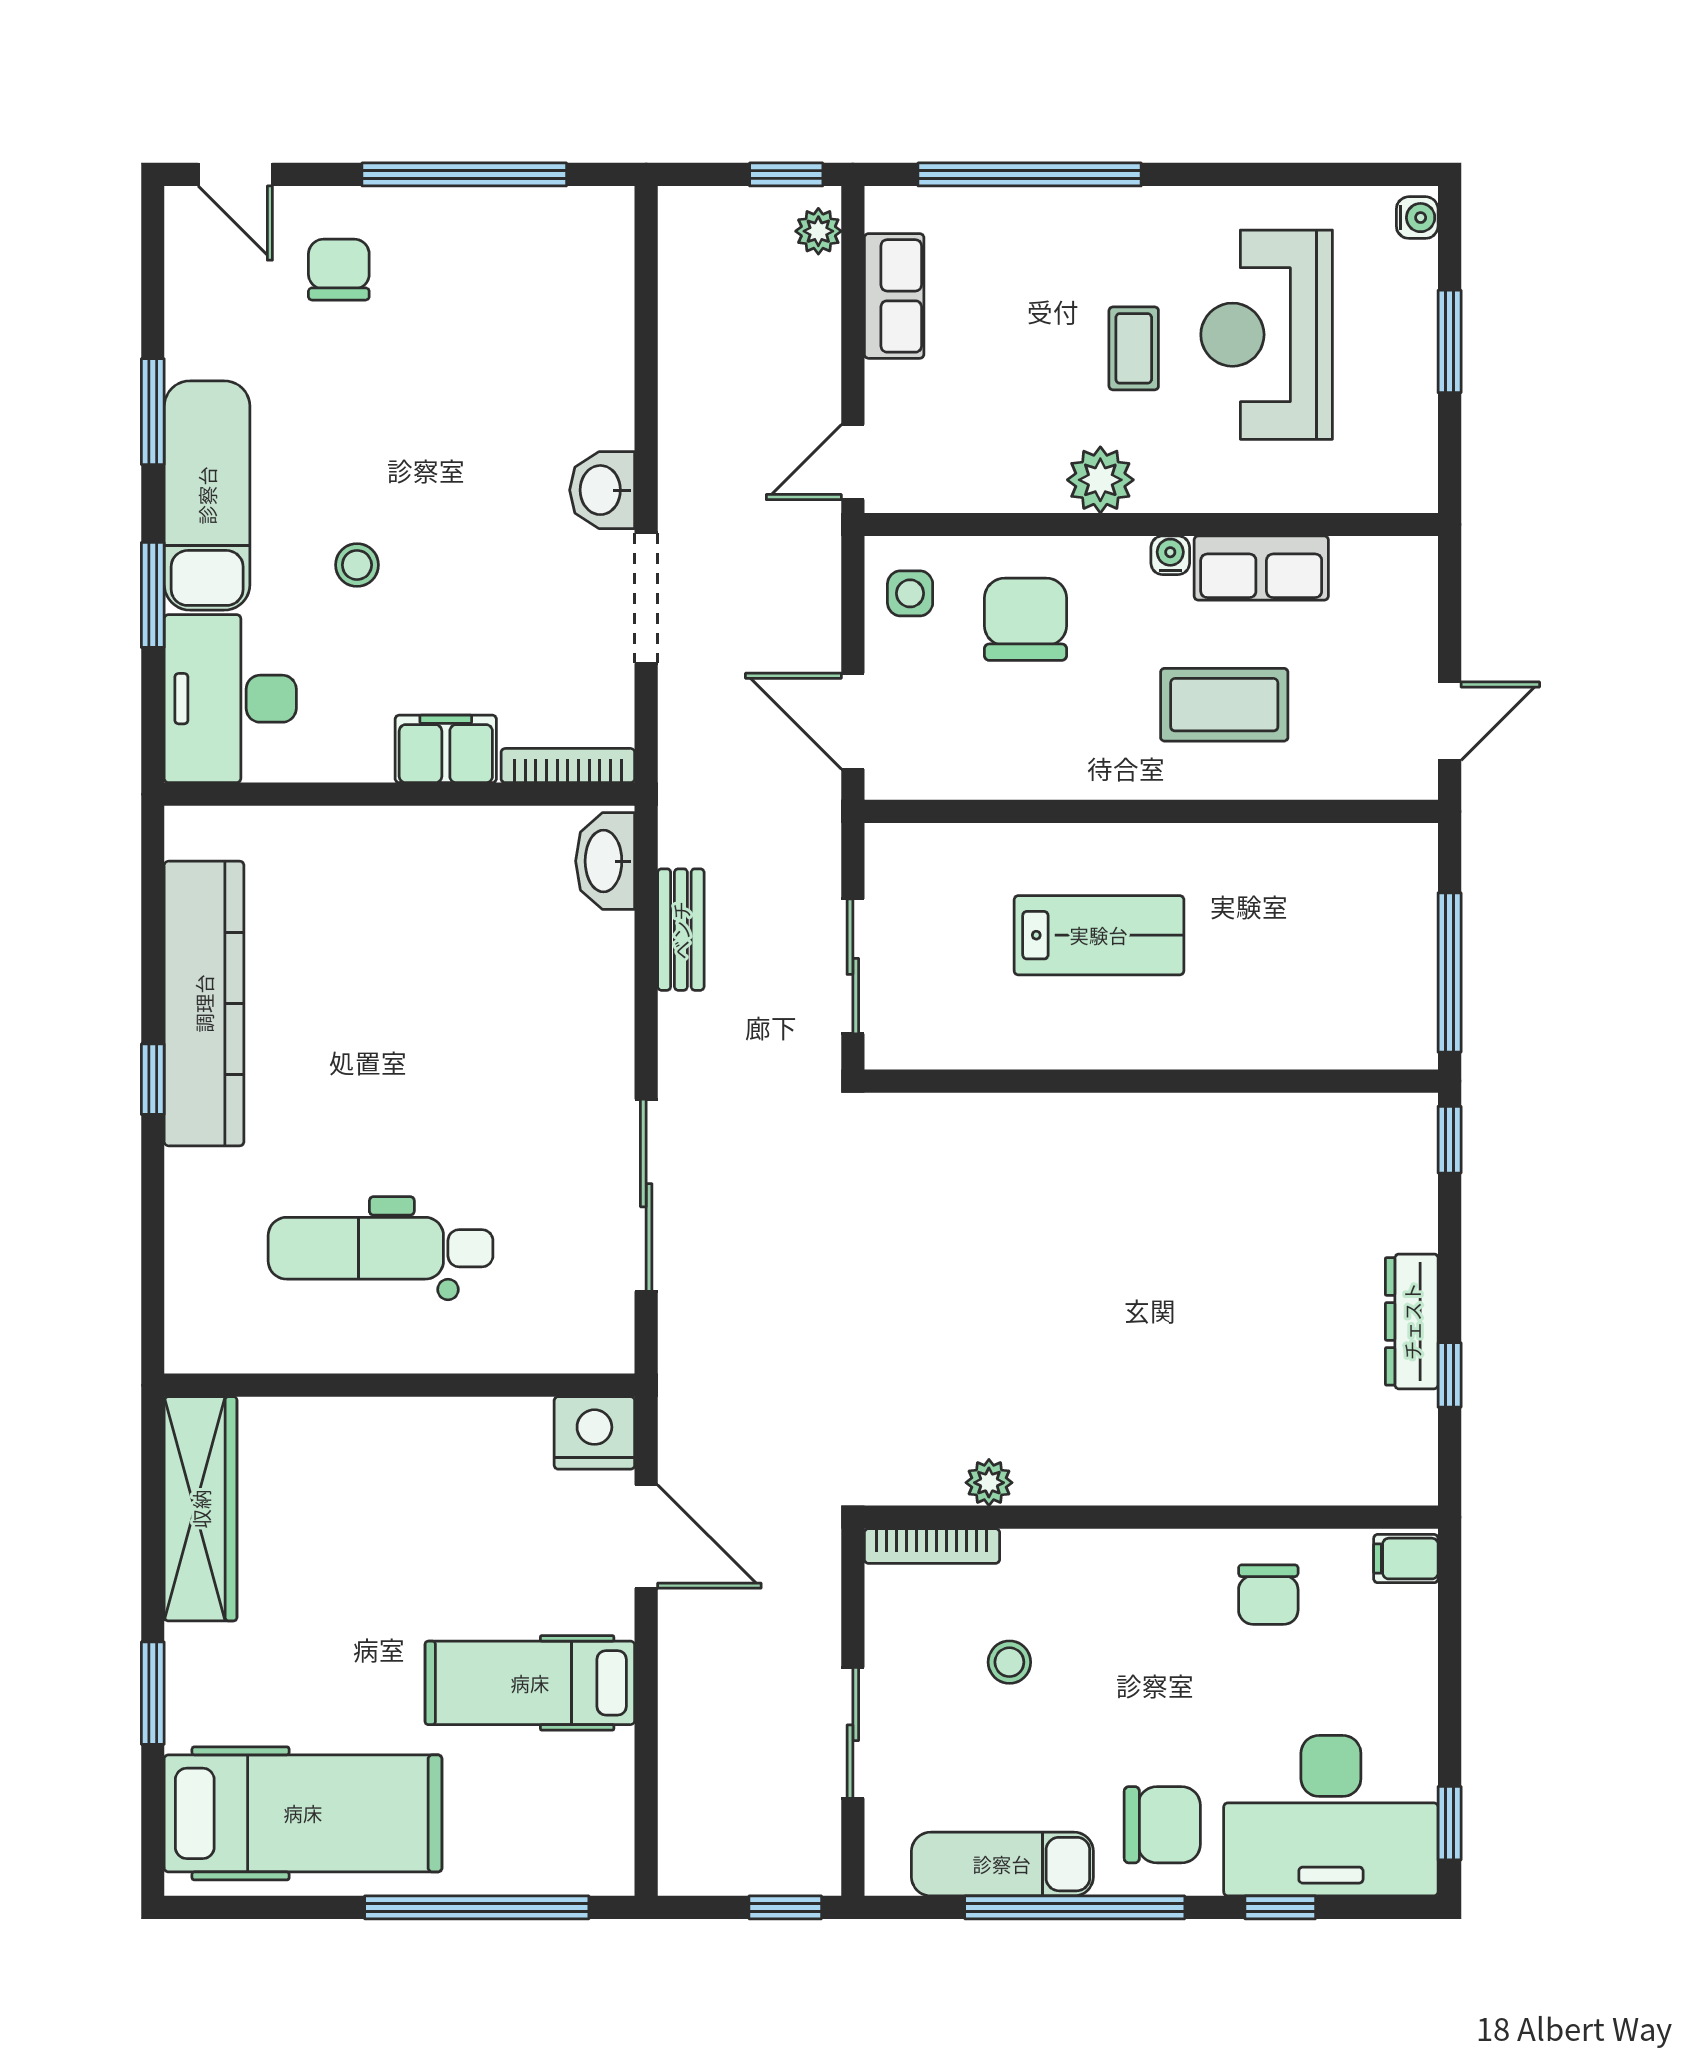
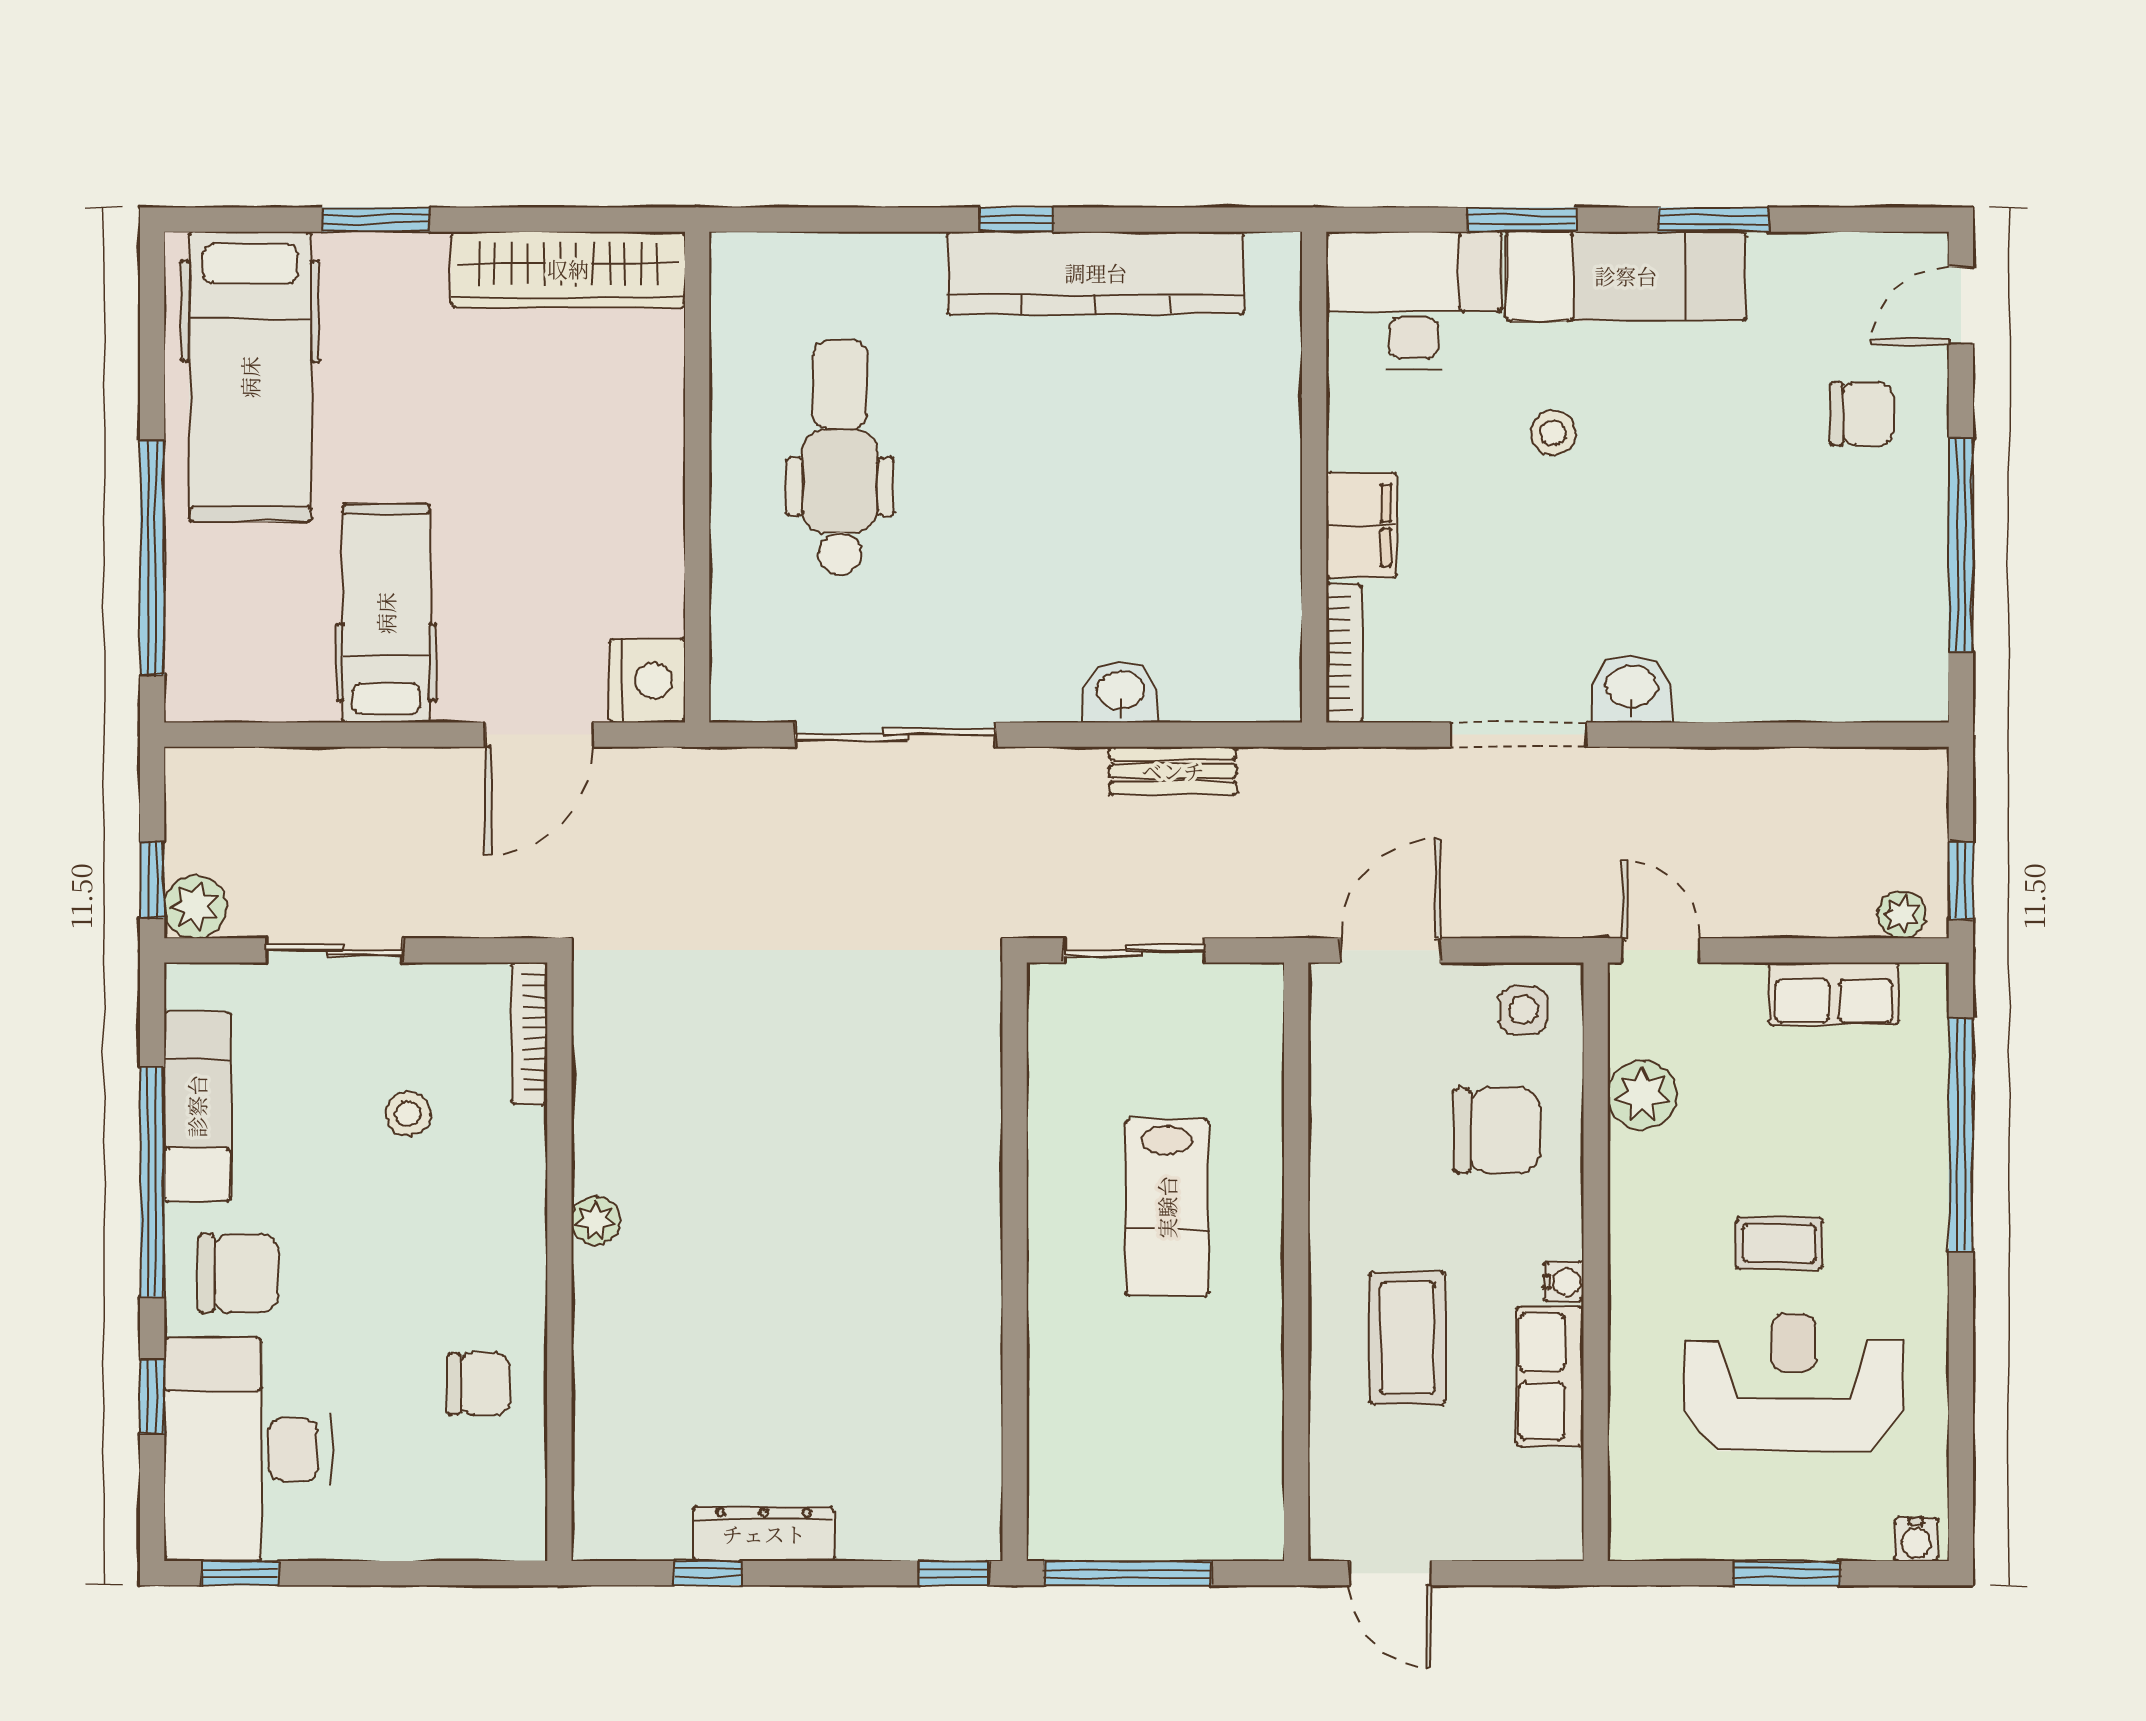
plant: (1100, 480) -> (1642, 1095), moved
washbasin: (605, 861) -> (1120, 692), moved, width x0.72
plant: (989, 1483) -> (596, 1221), moved
filing cabinet: (1406, 1559) -> (516, 1528), removed
chair: (1268, 1595) -> (479, 1384), turned 180
chair: (1162, 1825) -> (238, 1273), turned -90
plant: (811, 1866) -> (195, 907), added

